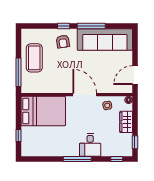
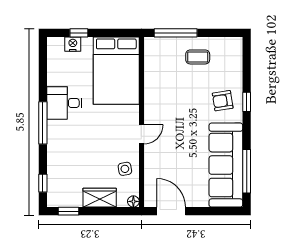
window: (91, 26) -> (247, 171), moved
coffee table: (34, 58) -> (198, 57), width x0.54, depth x0.58
door: (85, 95) -> (141, 134), width x0.53
nightstand: (26, 139) -> (73, 44), added
desk: (90, 145) -> (64, 103), moved

